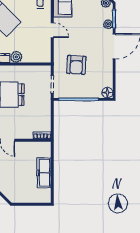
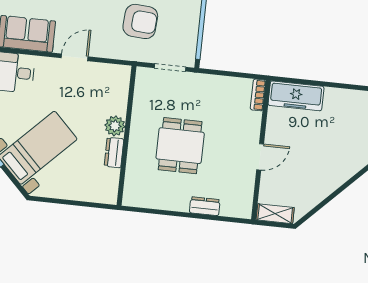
freezer: (44, 173) -> (296, 96), moved

